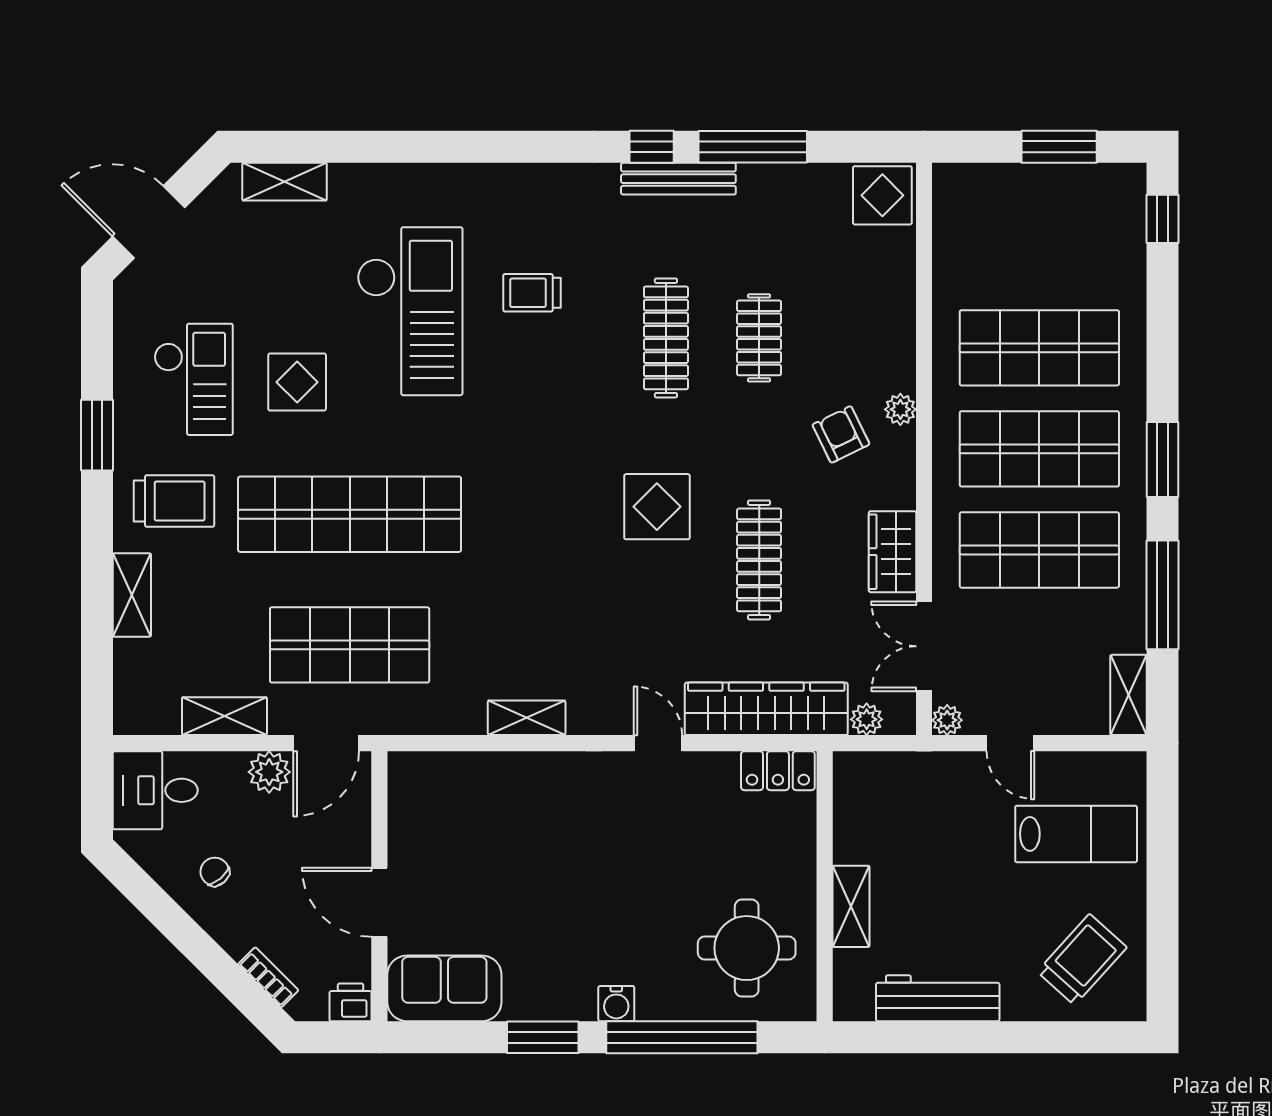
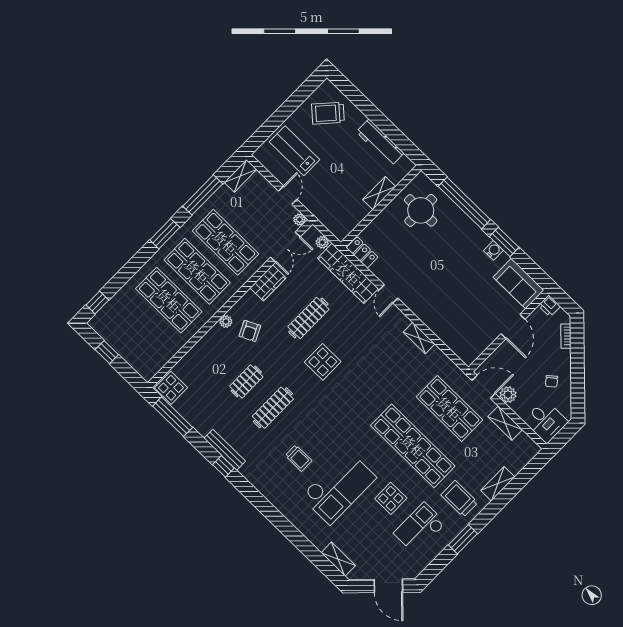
window: (753, 147) -> (173, 417), moved
window: (1059, 147) -> (107, 352), width x0.67
checkout: (410, 311) -> (339, 487), turned 180
water cooler: (616, 1004) -> (493, 250), moved

